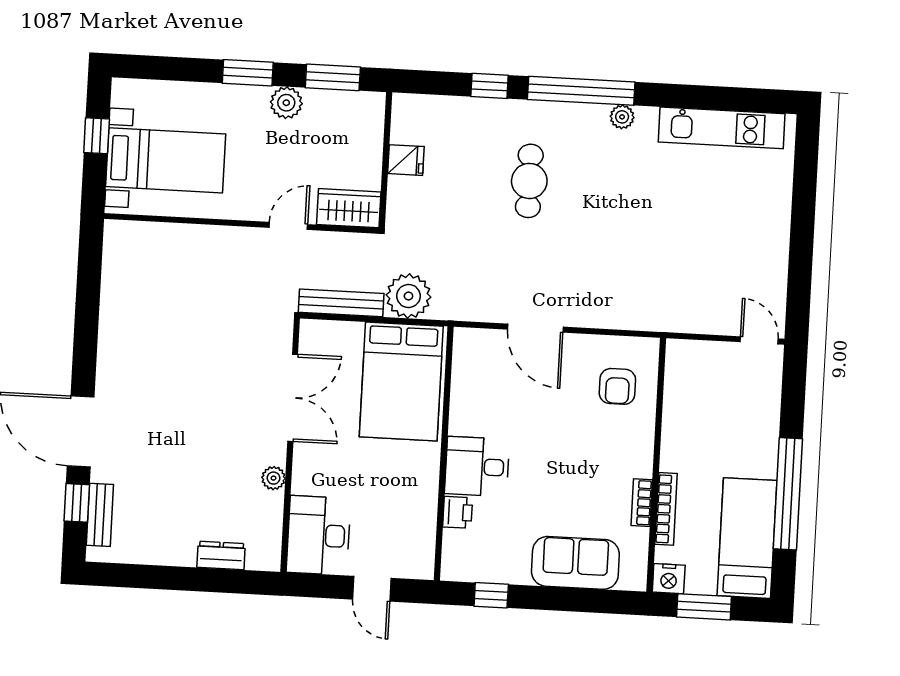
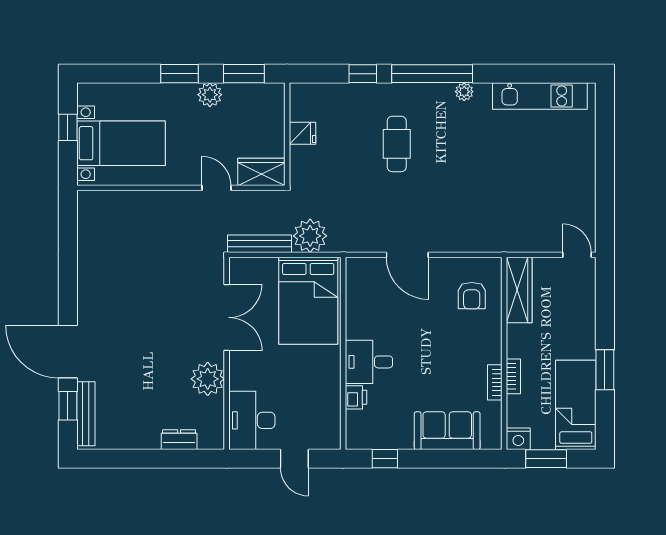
door: (288, 226) -> (216, 188), hinge flipped
wardrobe: (680, 382) -> (519, 290), added
plant: (274, 478) -> (208, 379), width x1.88, depth x1.88
window: (788, 494) -> (605, 370), width x0.47
bookcase: (666, 509) -> (513, 376), width x0.64
bench: (100, 515) -> (86, 414), width x1.36

